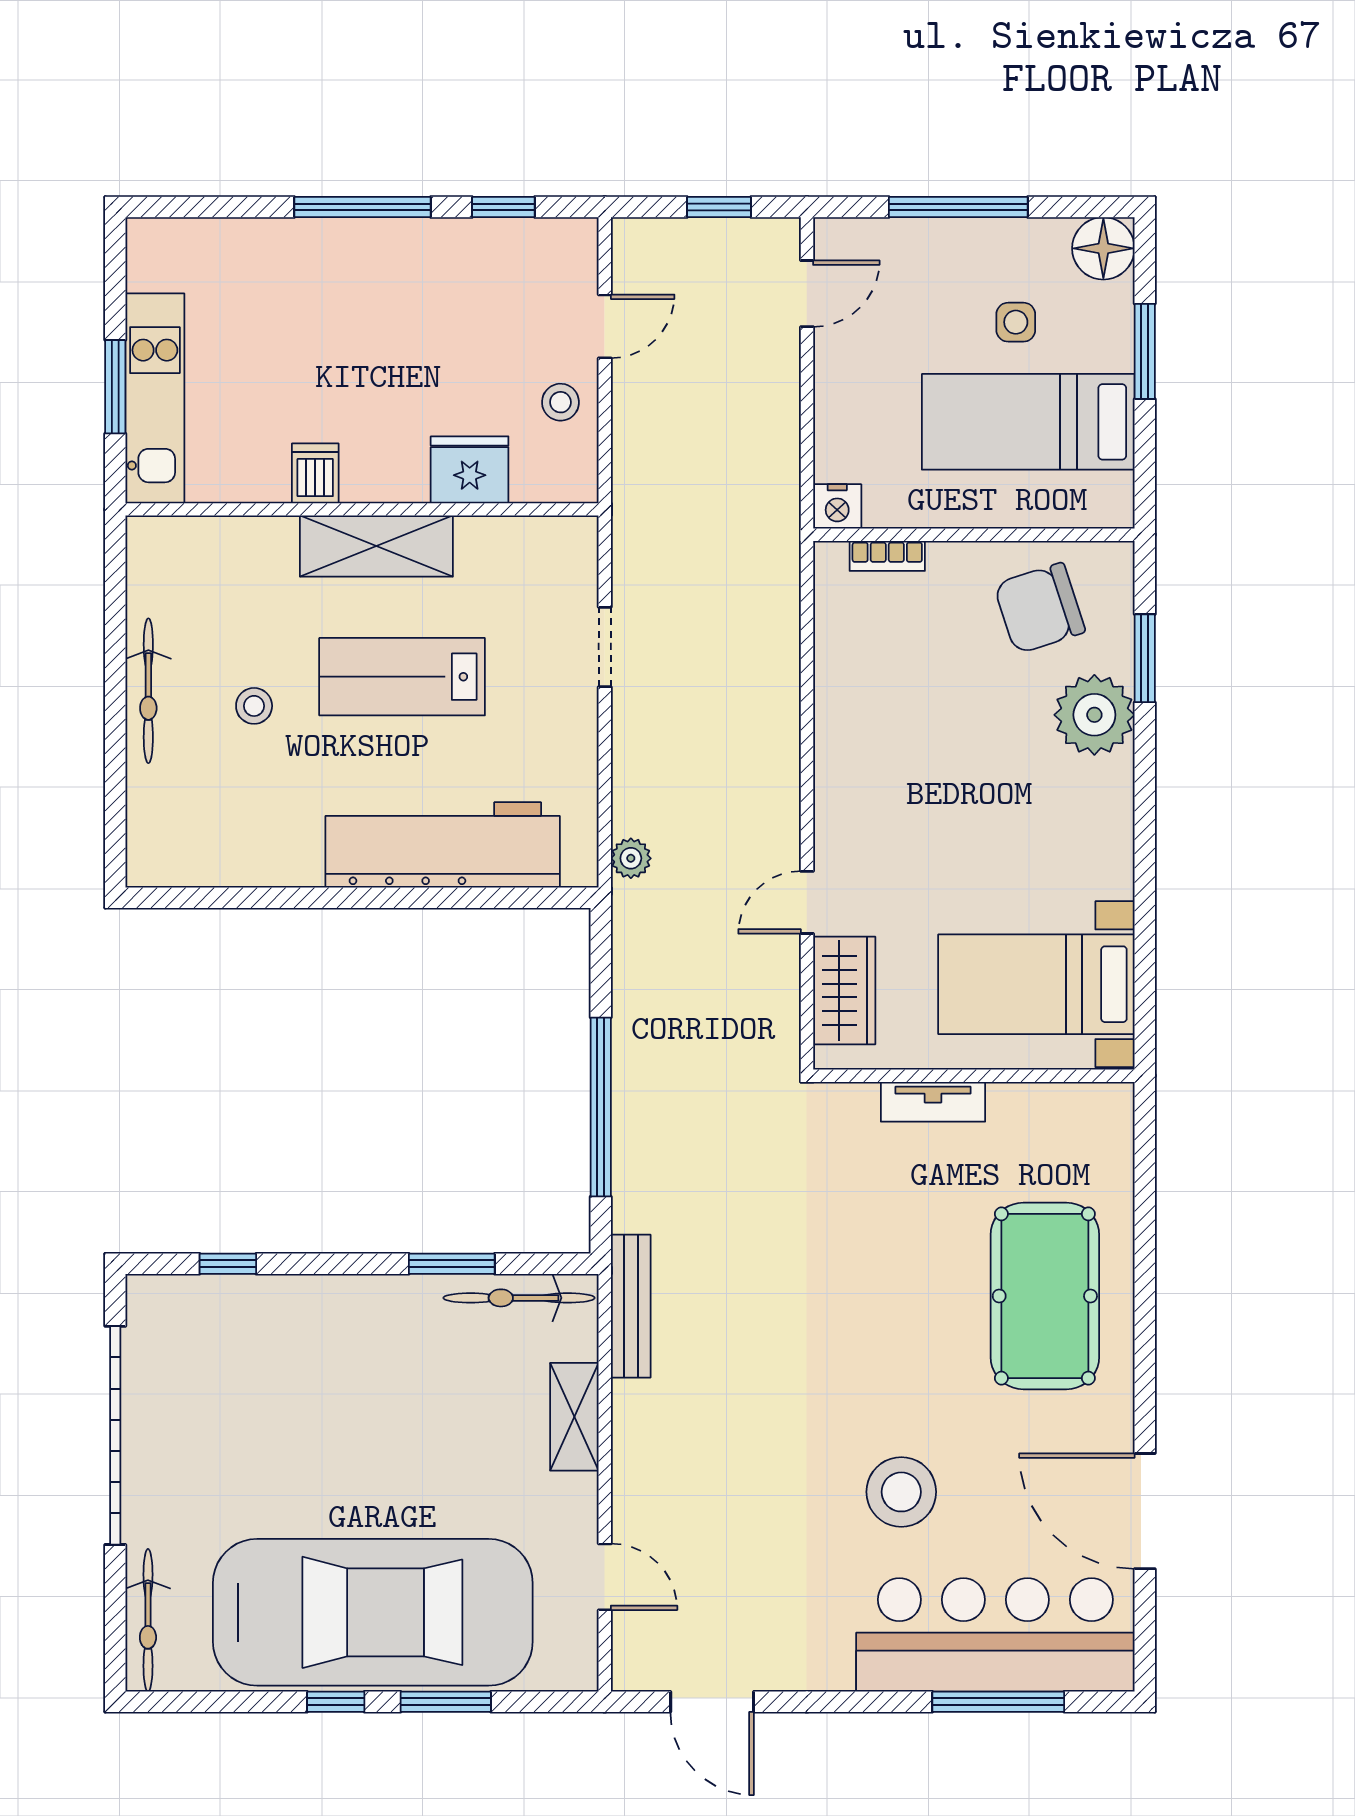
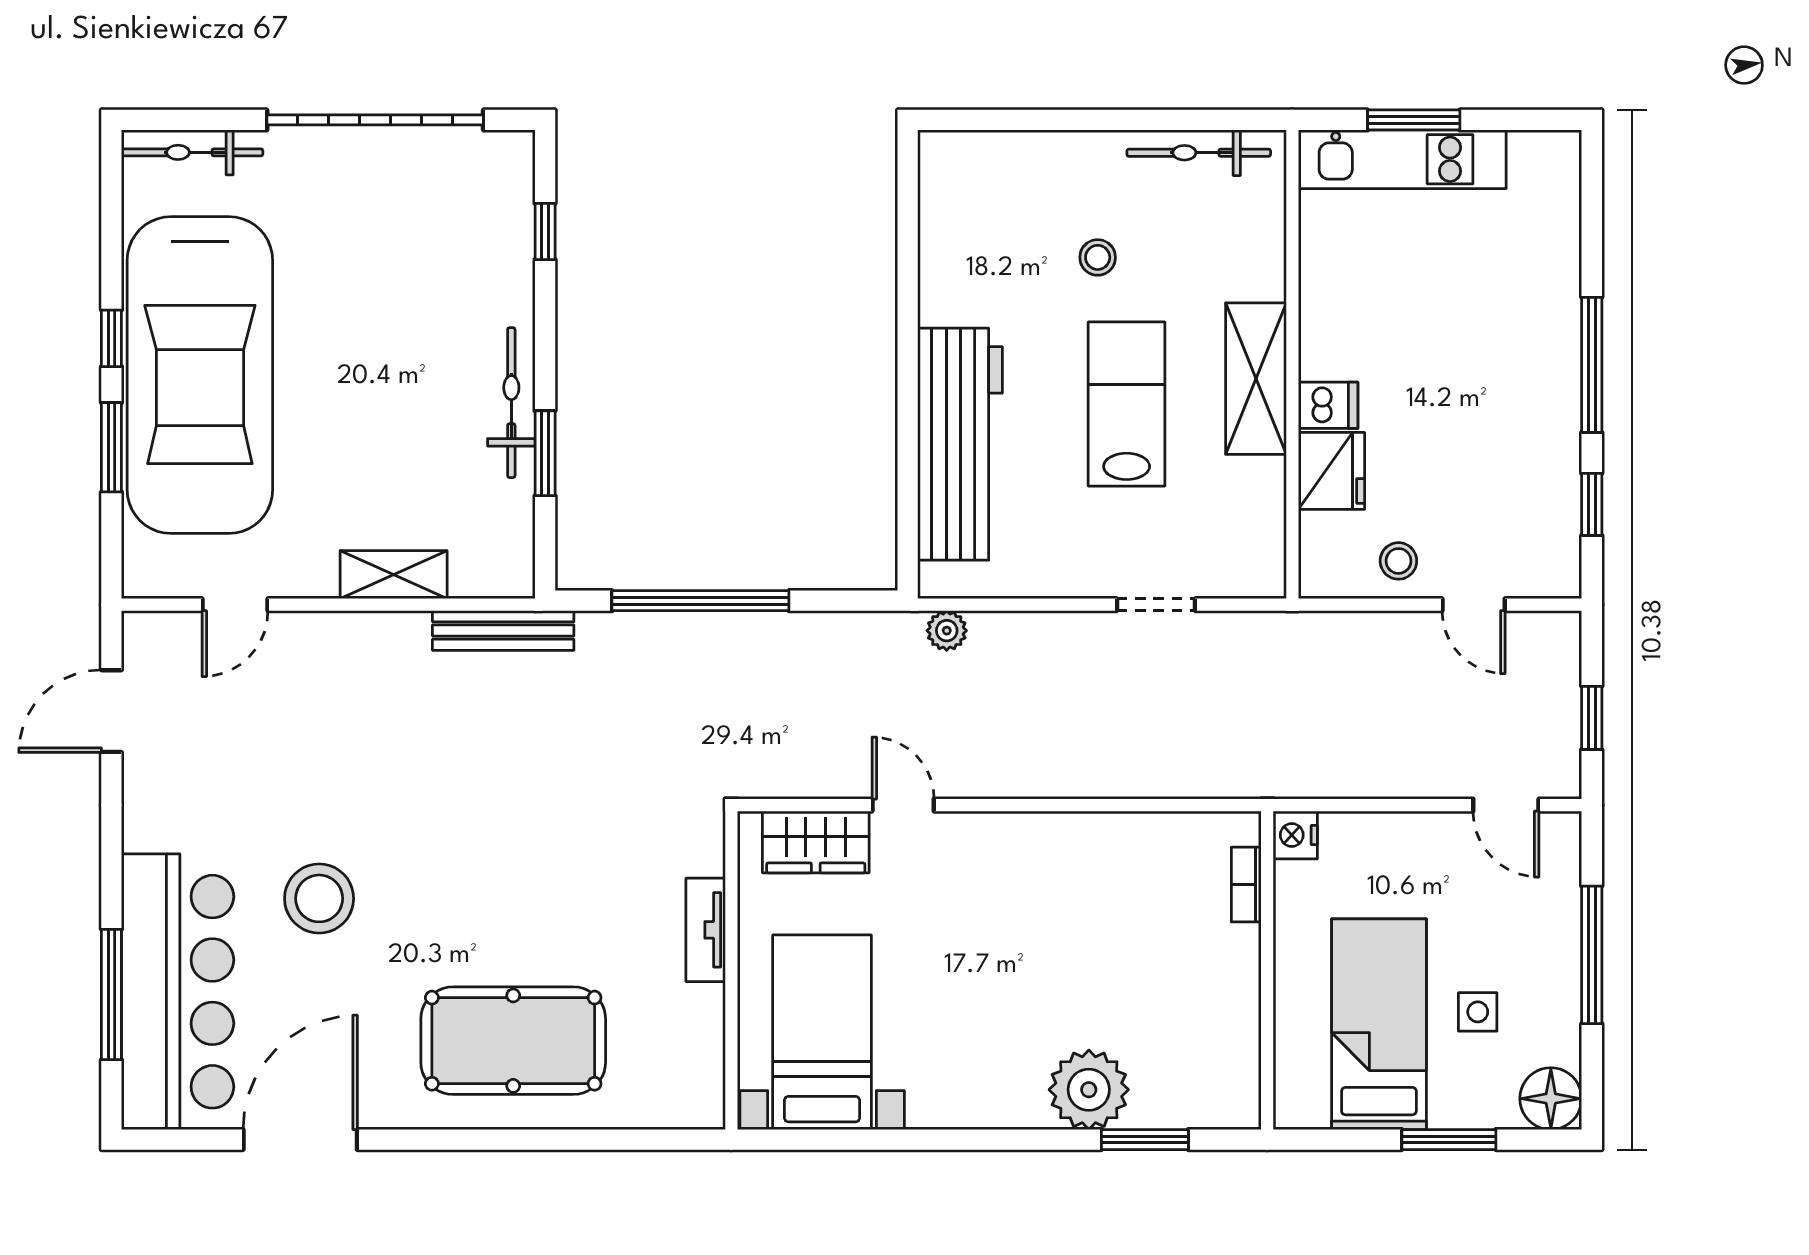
dishwasher: (315, 473) -> (1328, 405), moved
chair: (1040, 608) -> (1194, 1035), removed
bicycle: (148, 691) -> (1199, 153), moved
bicycle: (519, 1298) -> (511, 403), moved

